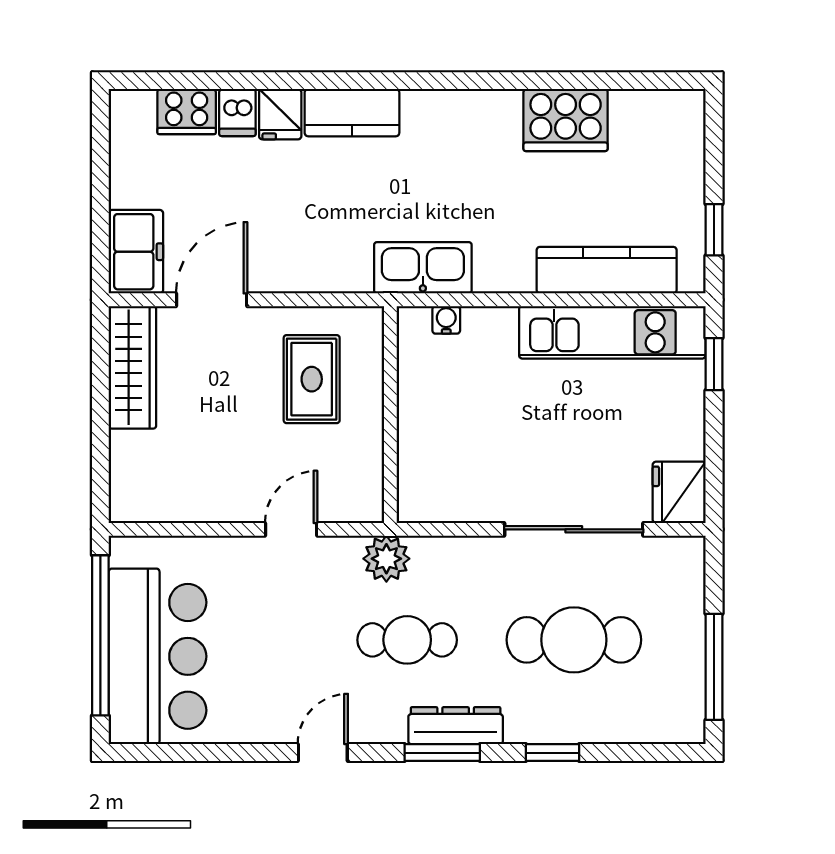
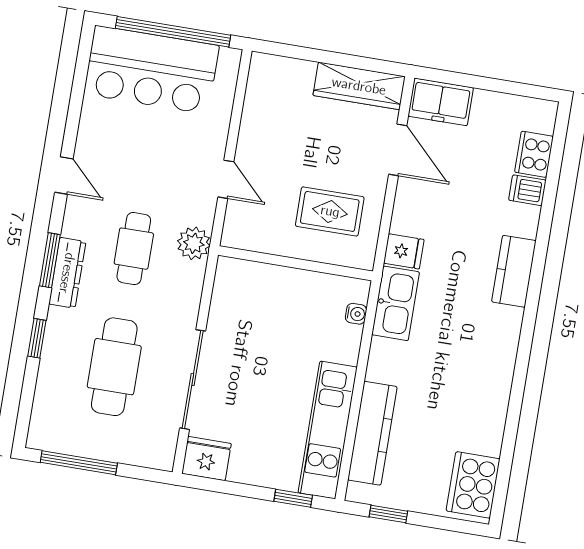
fridge: (280, 114) -> (404, 251), moved, turned 180
cooker: (566, 120) -> (473, 485), moved

